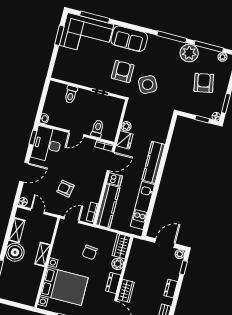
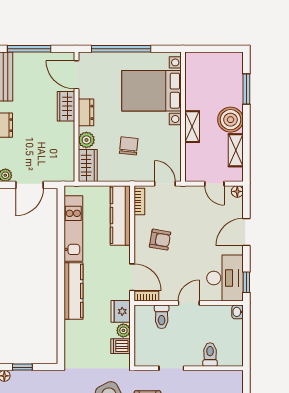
door: (111, 161) -> (132, 277), swing flipped
dishwasher: (115, 179) -> (121, 346), moved
armchair: (65, 189) -> (160, 240), moved
door: (72, 220) -> (165, 184), swing flipped

